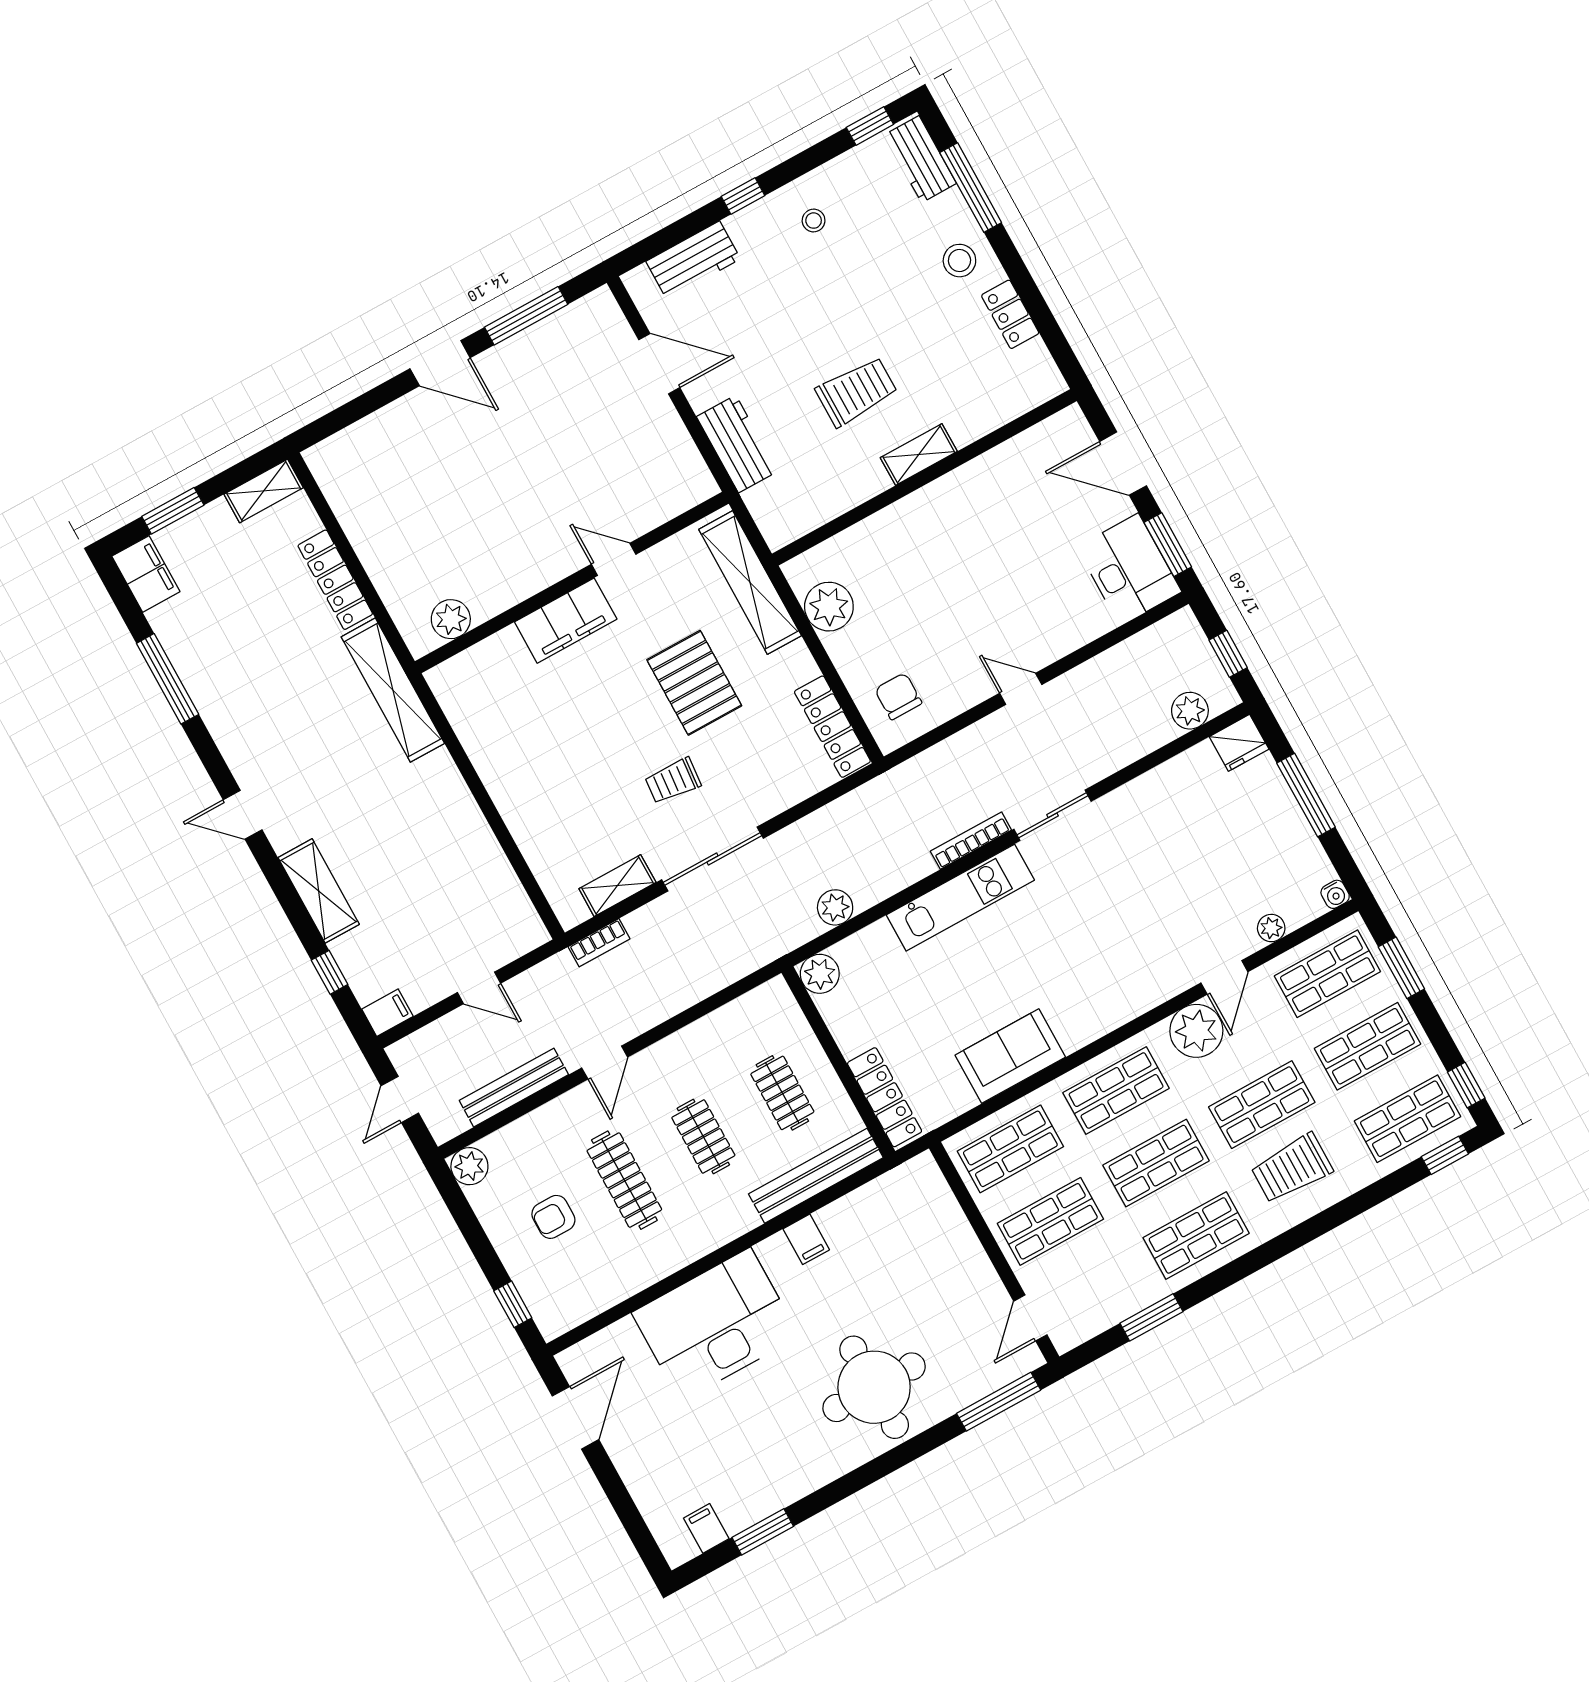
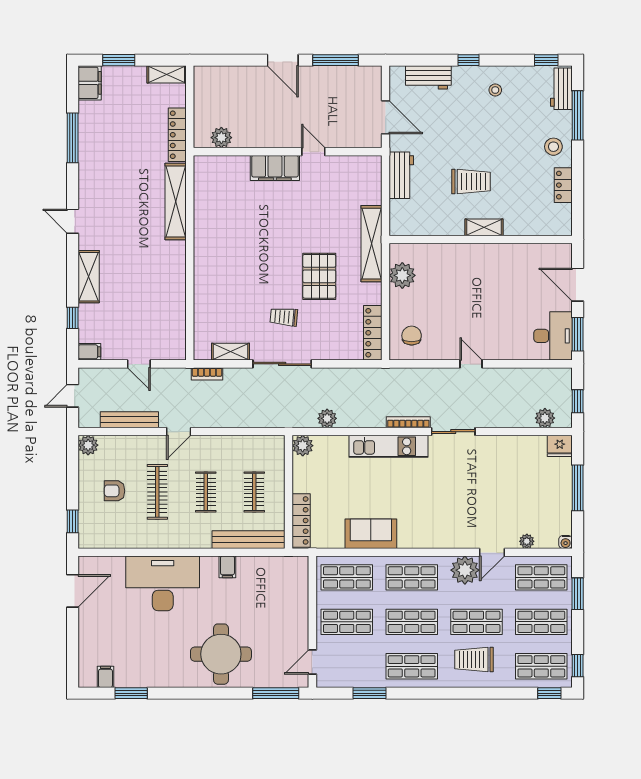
door: (614, 559) -> (313, 152), moved
wall: (572, 582) -> (288, 152), moved
plant: (451, 619) -> (221, 138), moved
filing cabinet: (566, 621) -> (275, 168), moved

